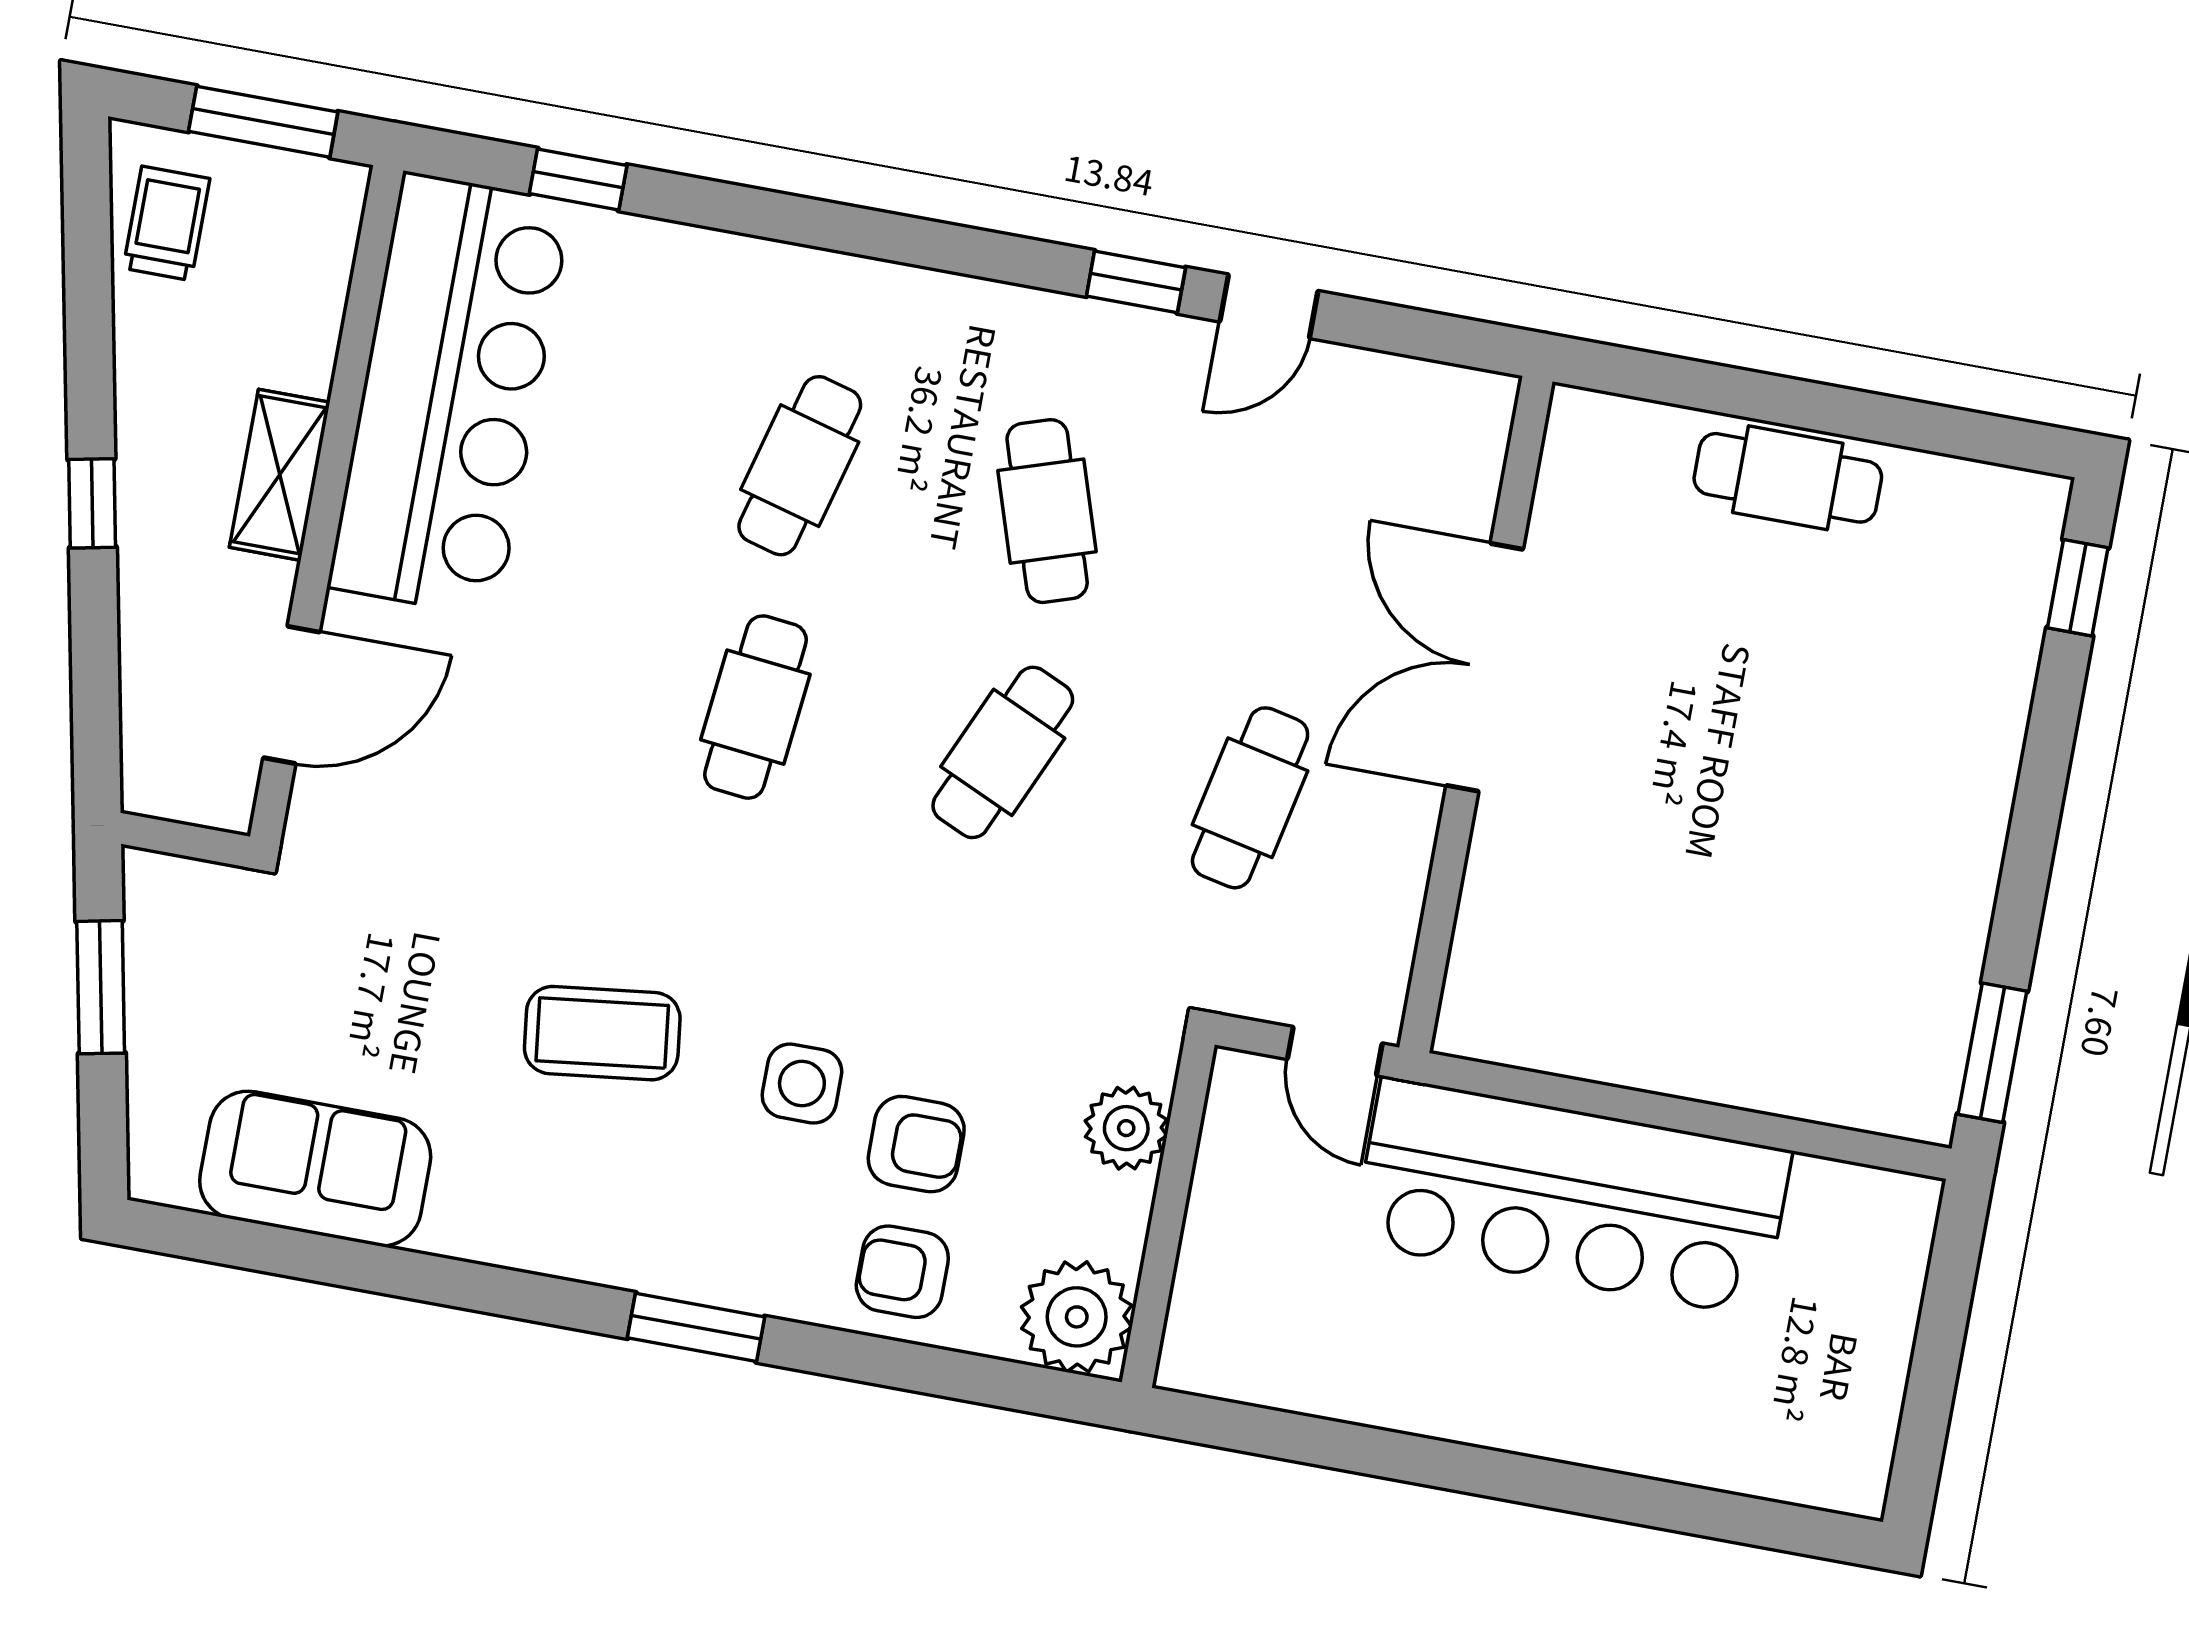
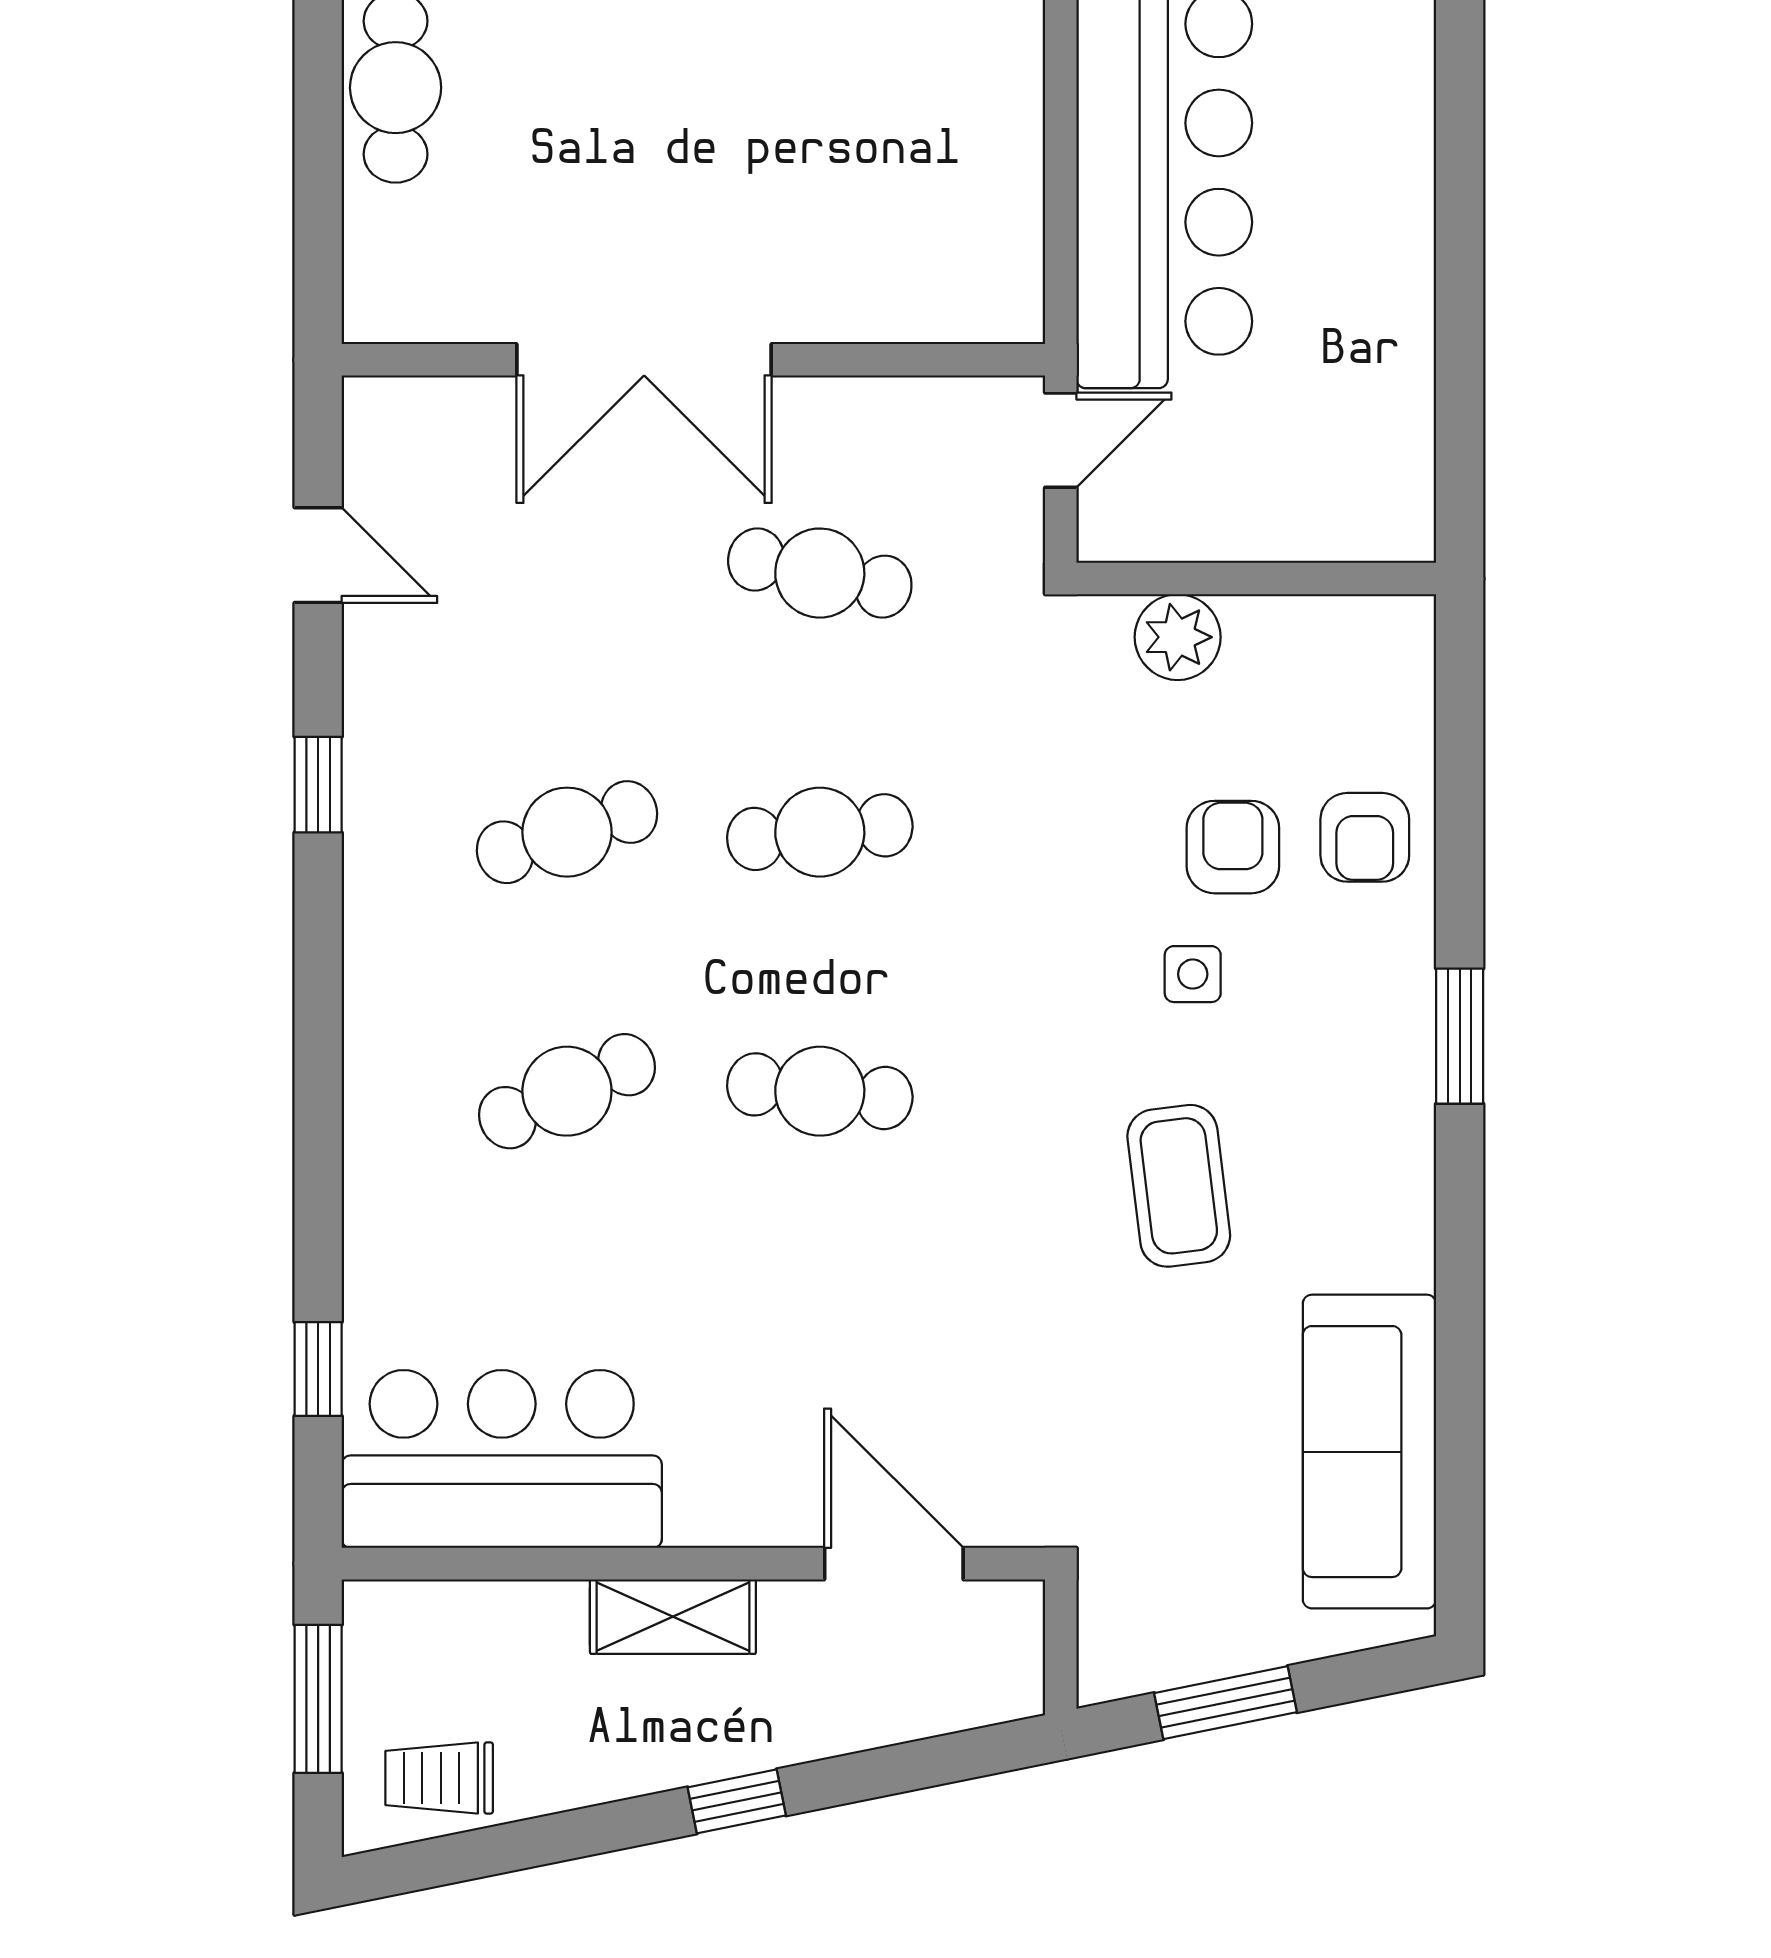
door: (1269, 306) -> (318, 555), moved
bar counter: (450, 395) -> (502, 1459), width x0.73
cafe table: (800, 466) -> (567, 1091), turned -39
cafe table: (1003, 752) -> (820, 832), turned -30
side table: (802, 1084) -> (1193, 974), width x0.73, depth x0.73
sofa: (315, 1169) -> (1369, 1452), width x1.36
plant: (1077, 1317) -> (1378, 652), removed

